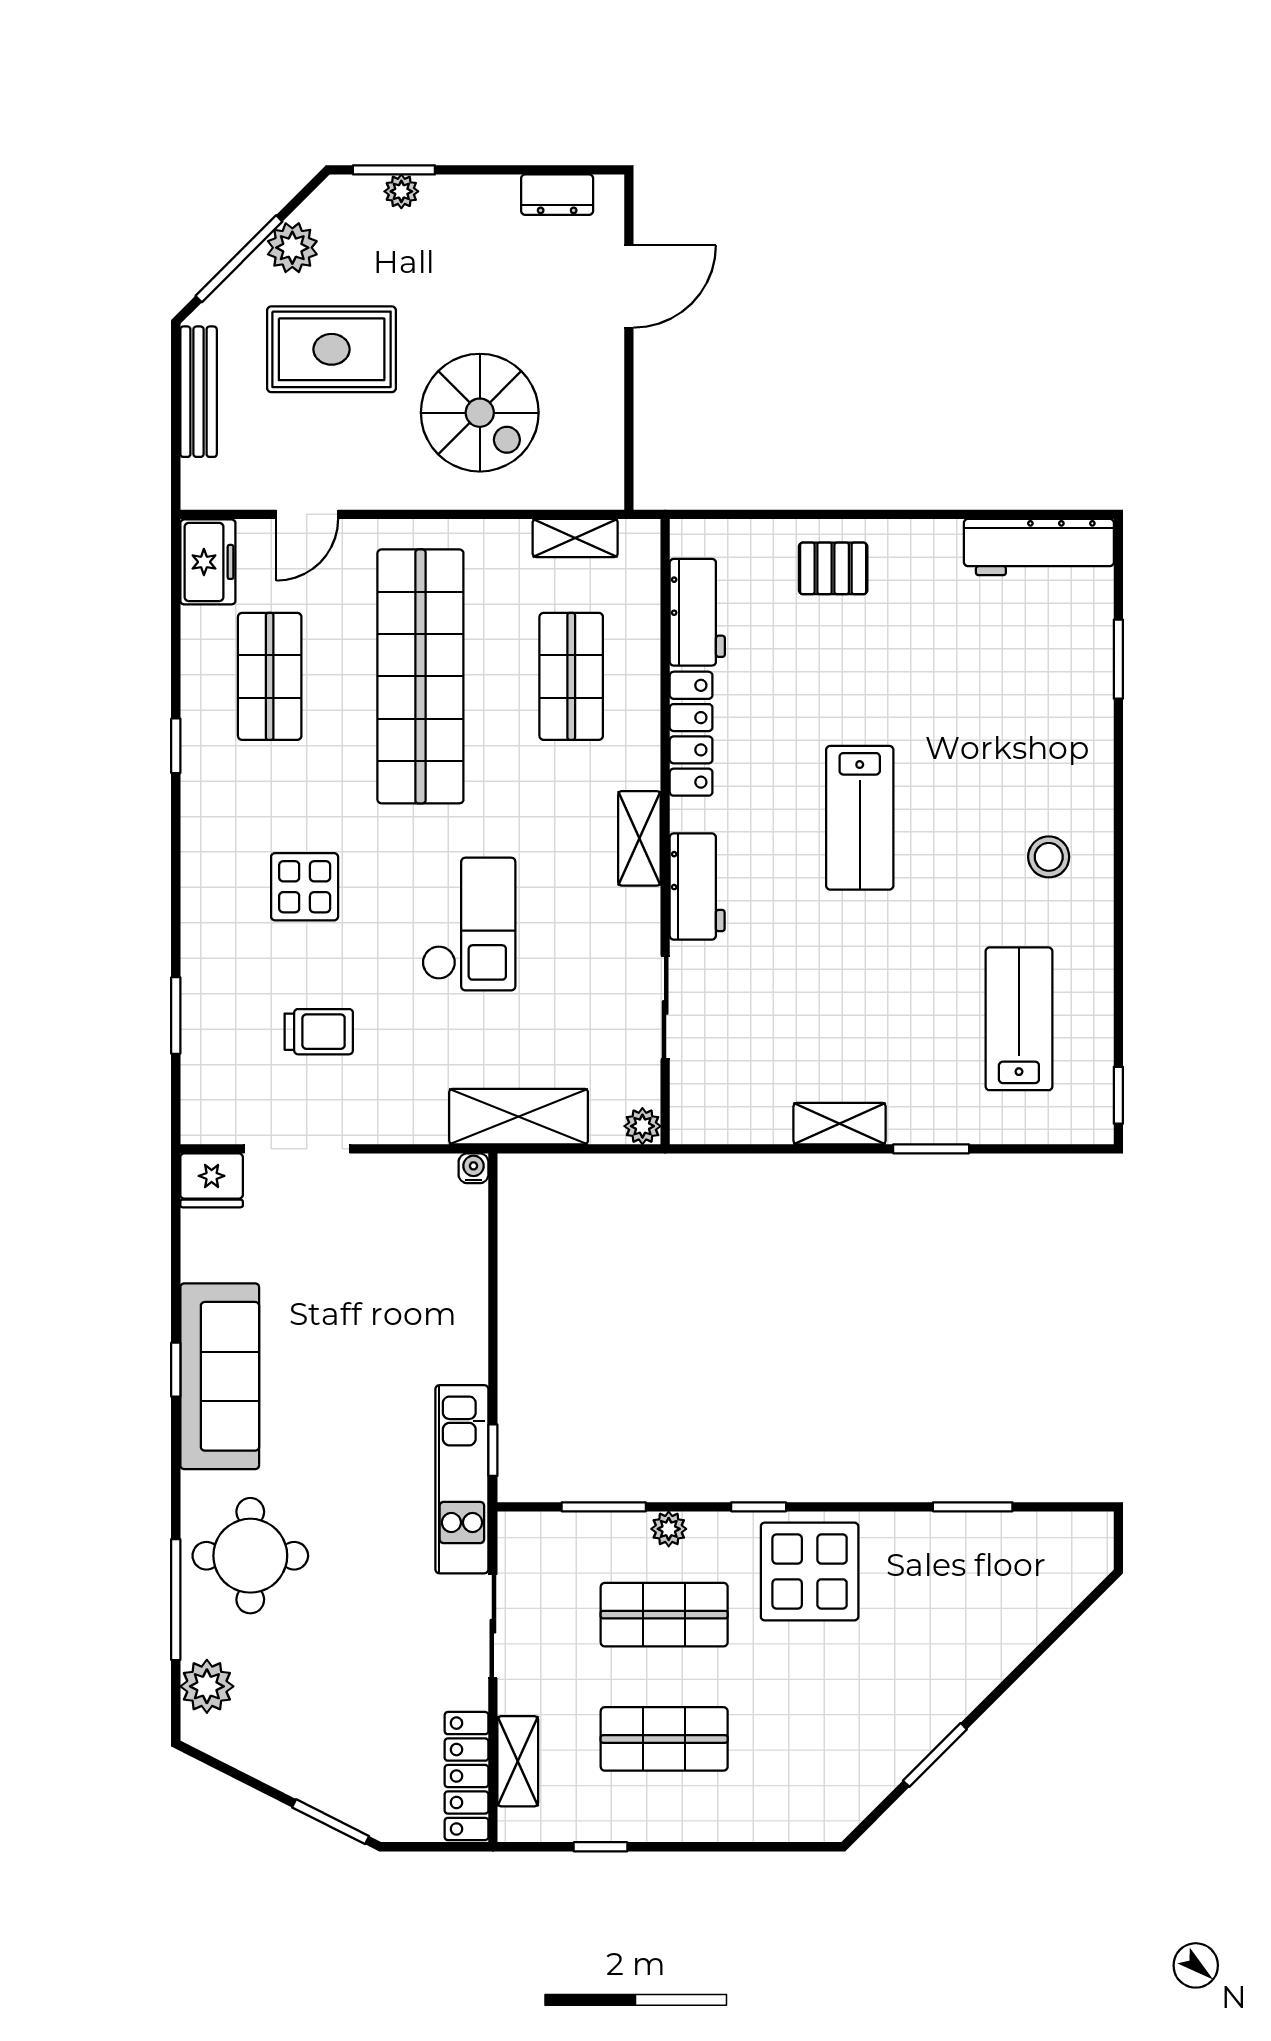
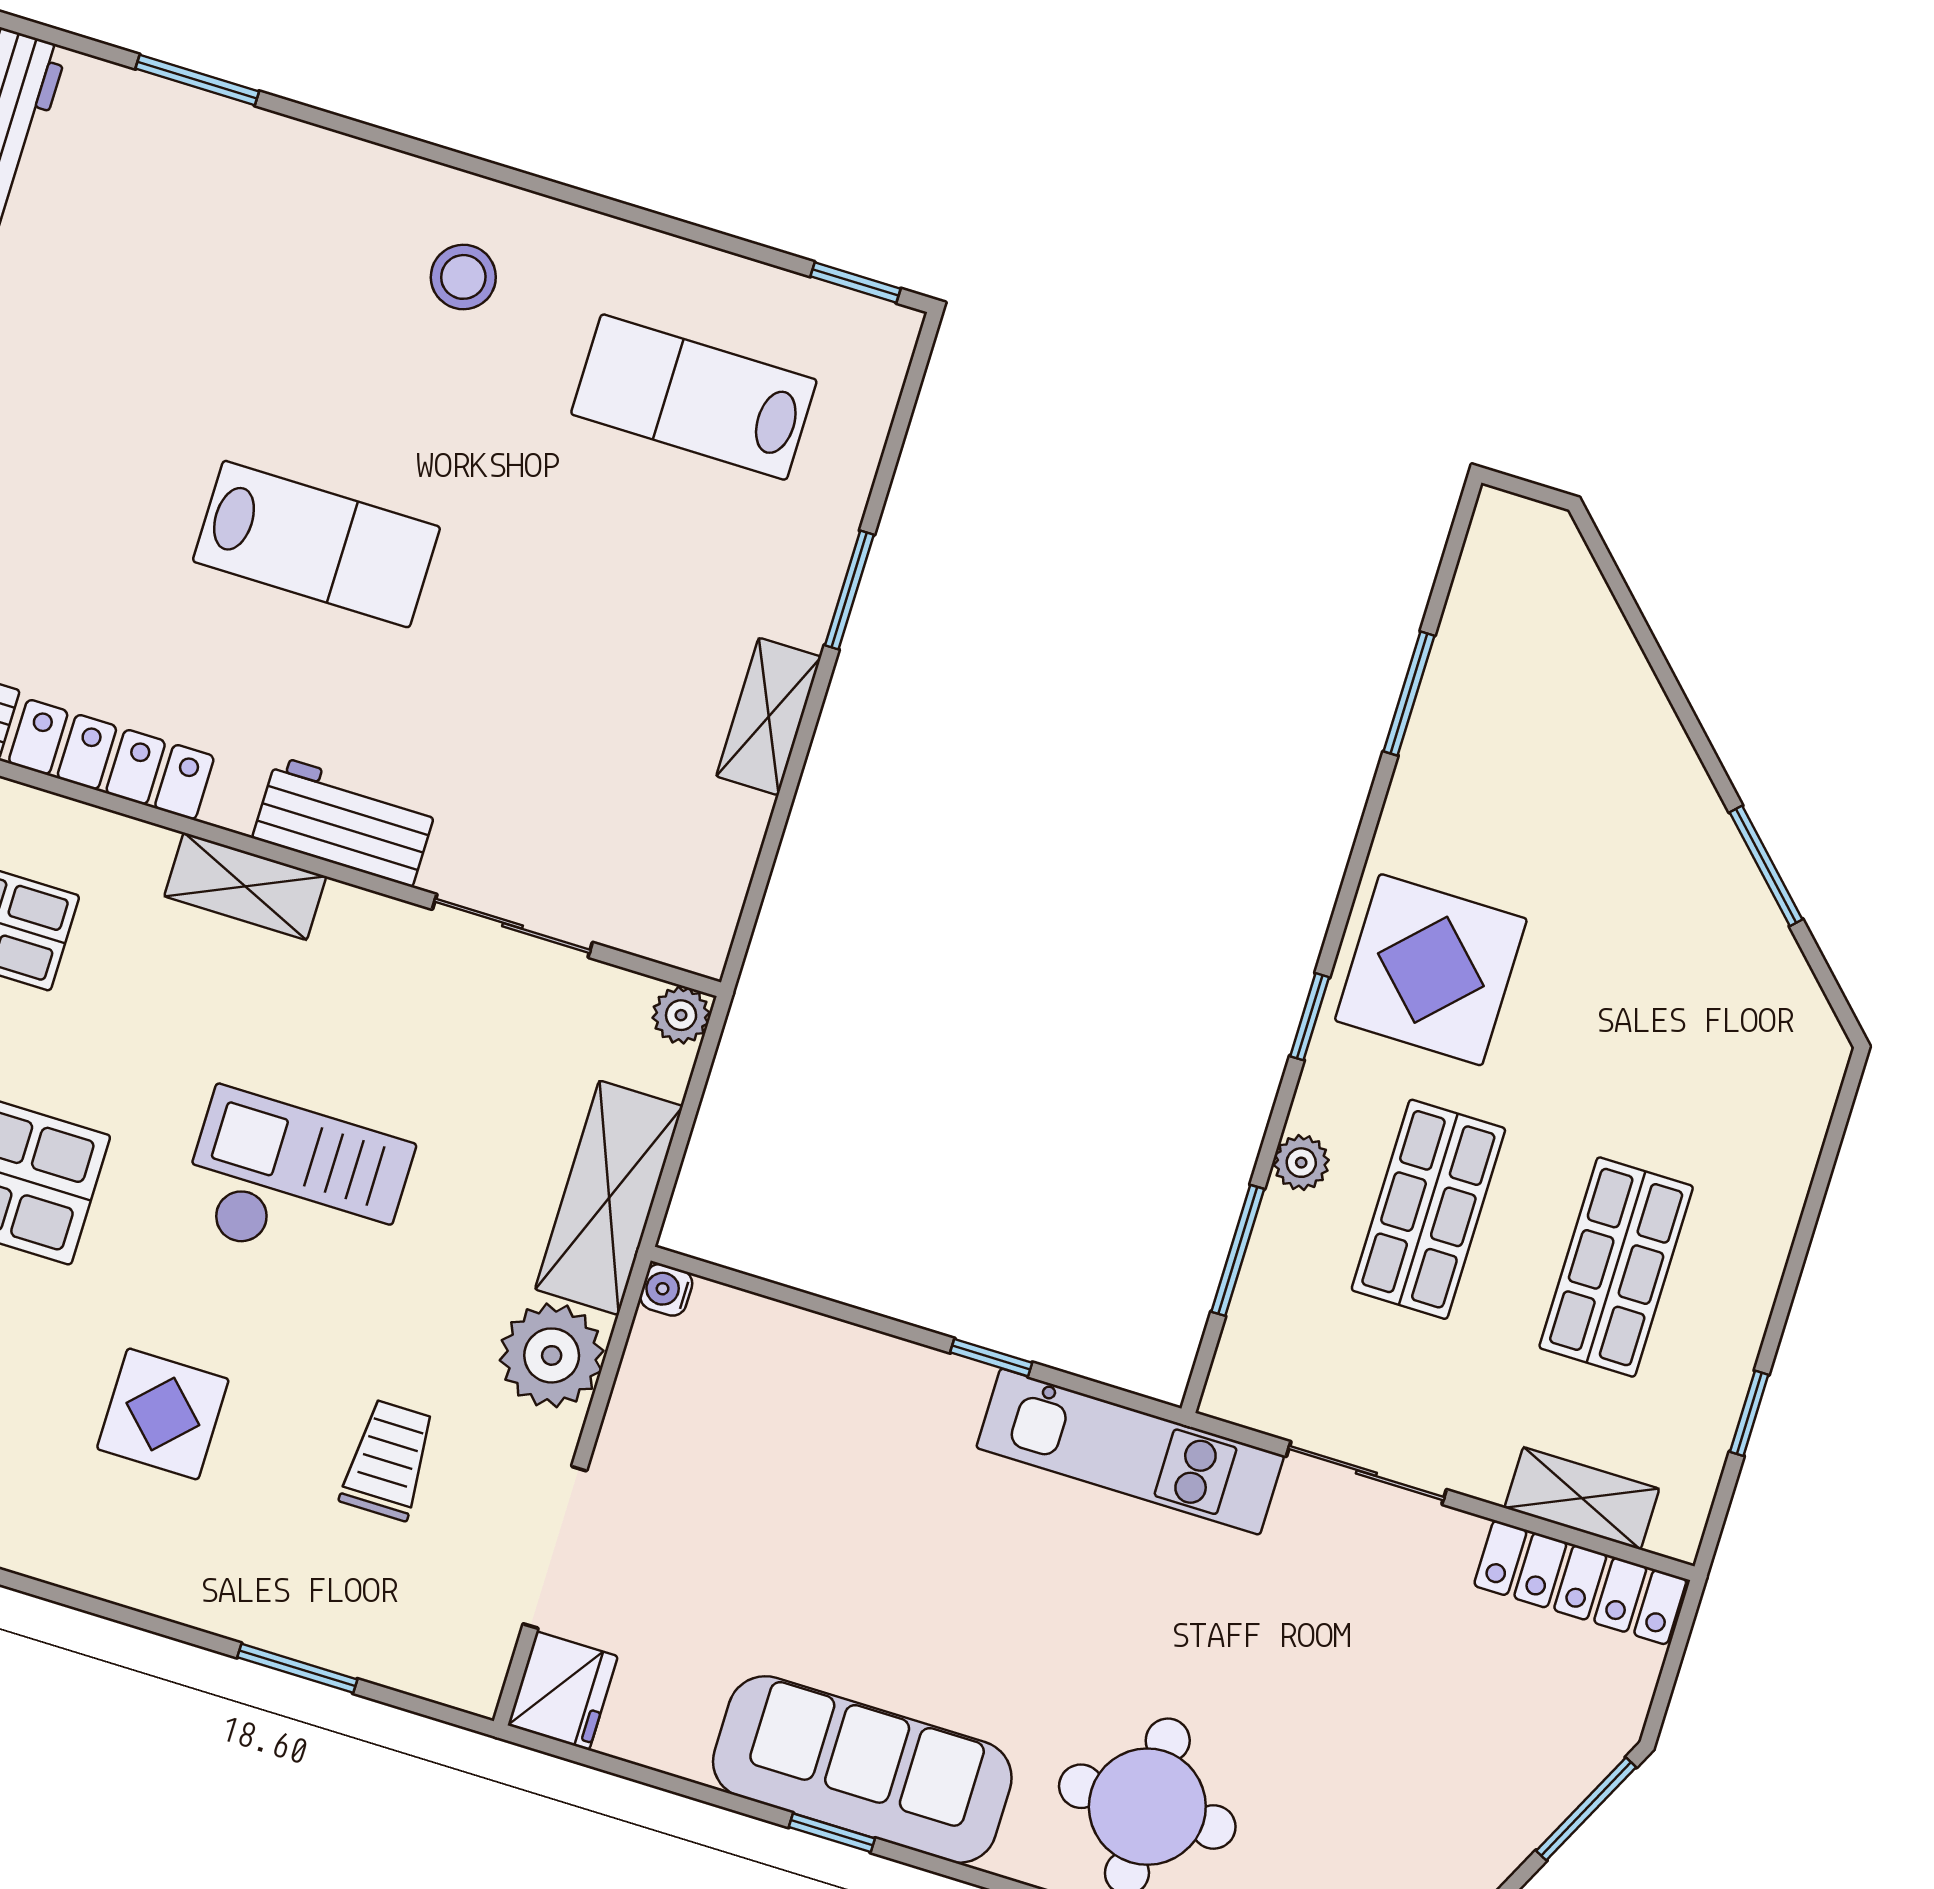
plant: (412, 1111) -> (552, 1355), added
window: (493, 1450) -> (991, 1358), moved

